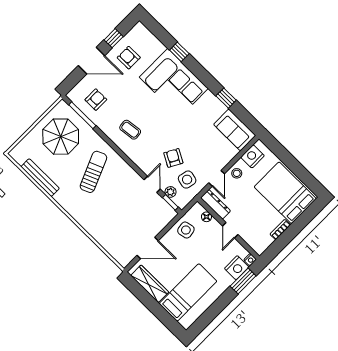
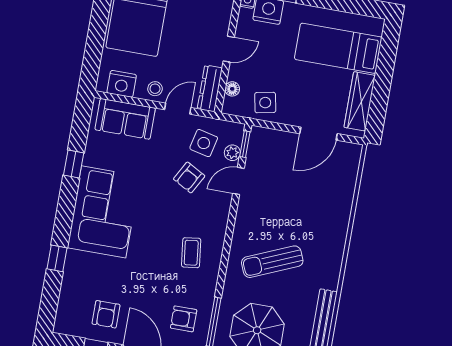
corner sofa: (174, 83) -> (104, 212), moved
sofa: (235, 130) -> (125, 119), moved, turned 90
door: (148, 248) -> (318, 134), swing flipped

